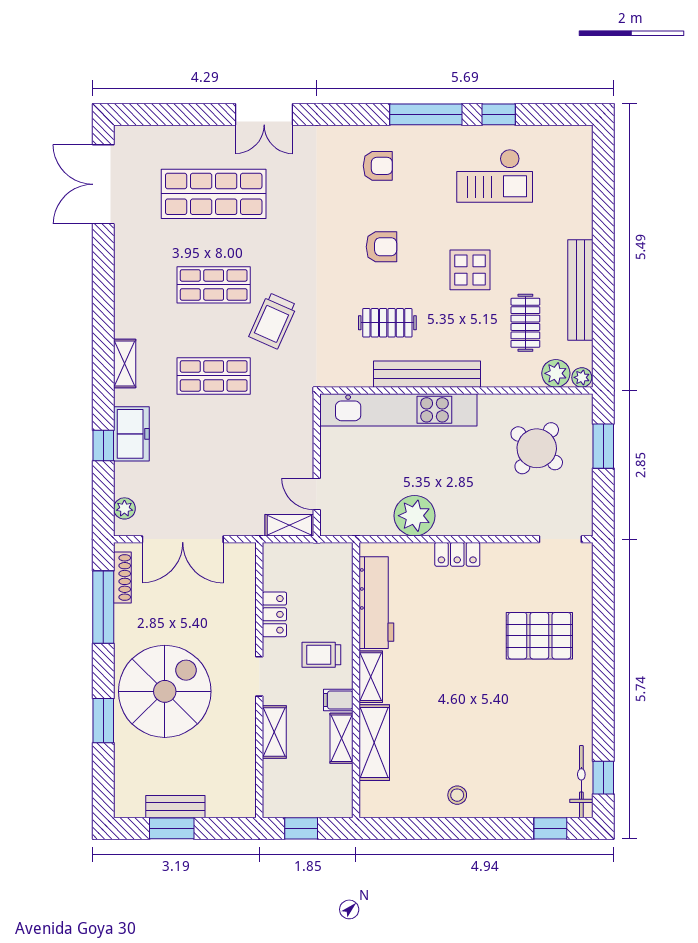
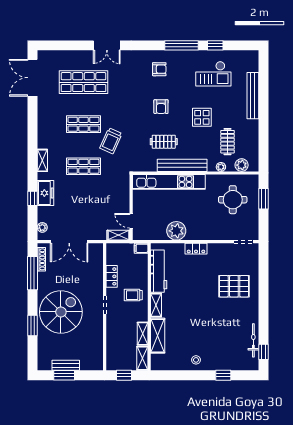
armchair: (381, 247) -> (161, 107), turned 90
bench: (580, 290) -> (253, 96), moved
plant: (582, 377) -> (221, 167), moved
round table: (537, 448) -> (233, 200), turned -38
filing cabinet: (338, 700) -> (141, 248), moved
shelving: (274, 732) -> (142, 358), moved
bicycle: (581, 782) -> (253, 340), moved
window: (550, 828) -> (223, 375), moved

